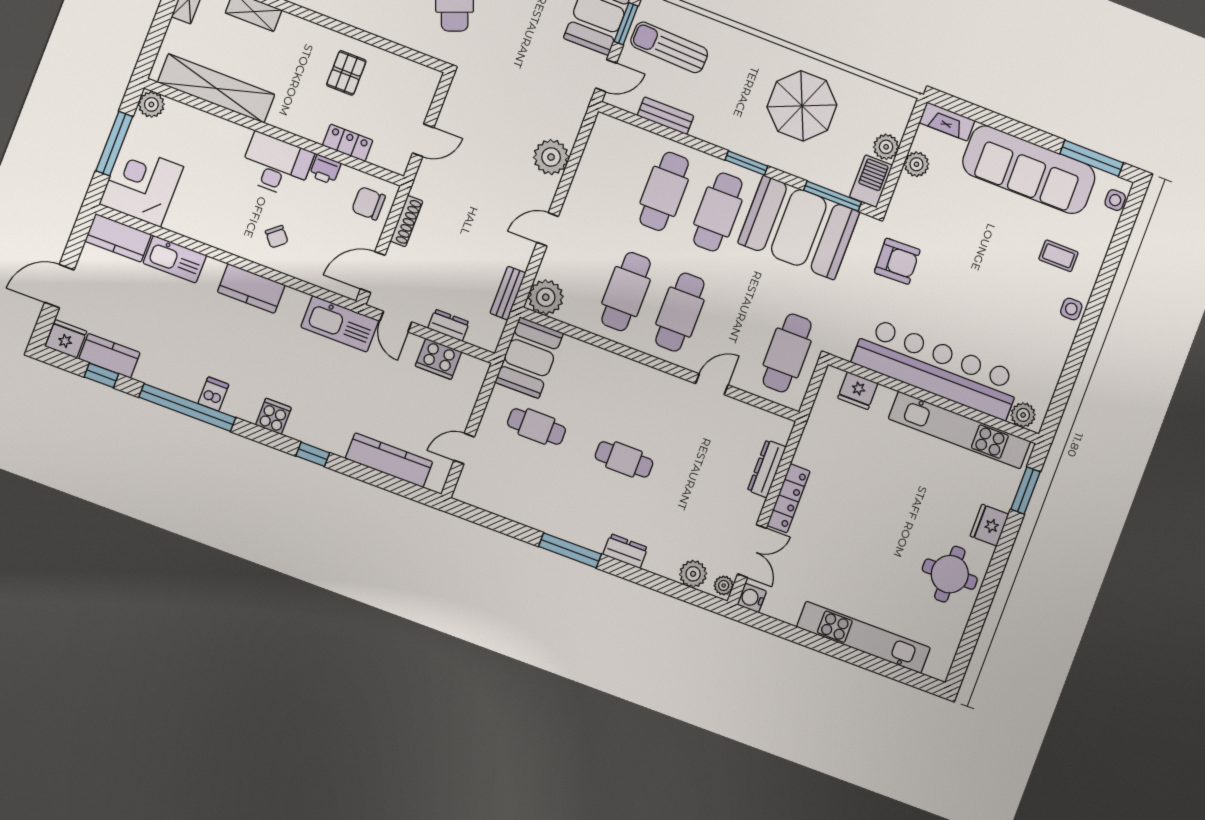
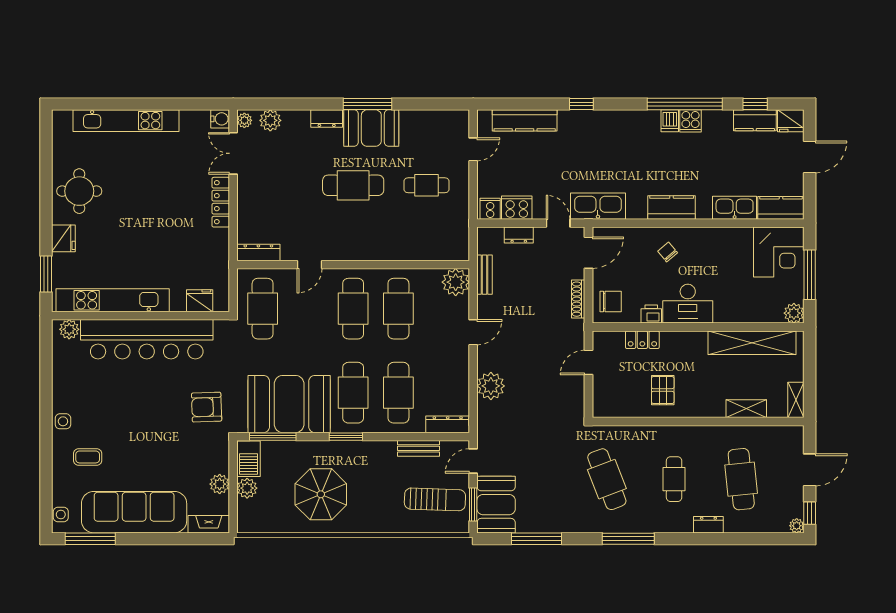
dresser: (620, 131) -> (448, 424), added
booth: (529, 358) -> (371, 128), moved, turned 90
cooker: (471, 370) -> (490, 209), added
cooker: (273, 416) -> (691, 121), moved
cafe table: (624, 459) -> (353, 185), width x1.37, depth x1.35
dresser: (767, 469) -> (258, 252), moved, turned -90

